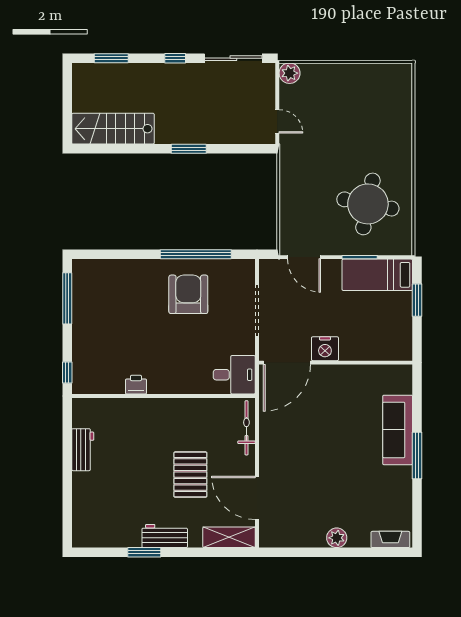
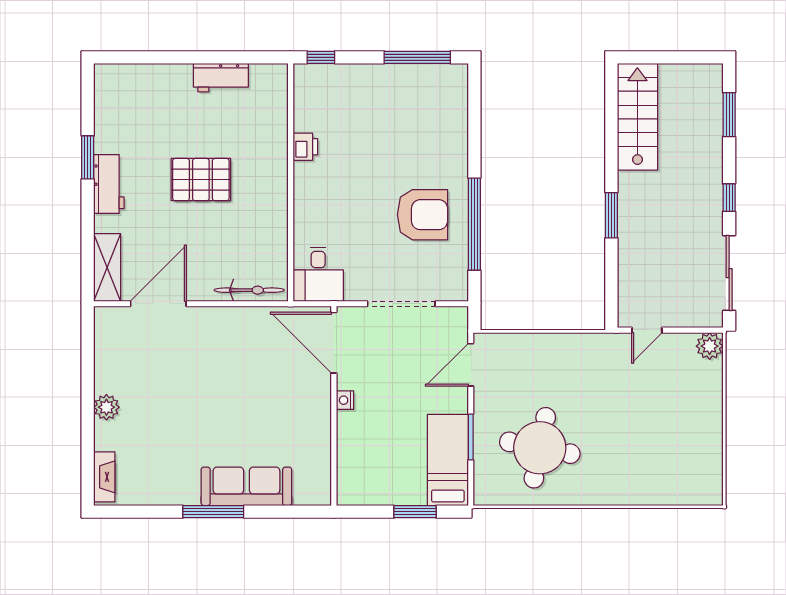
nightstand: (325, 349) -> (345, 400), width x0.53, depth x0.56
pallet: (190, 475) -> (201, 180), moved

